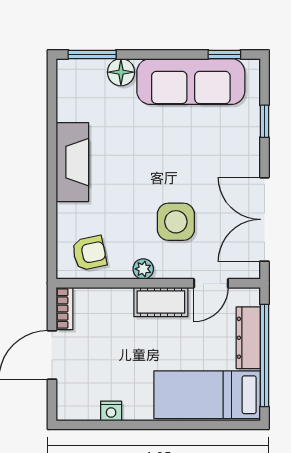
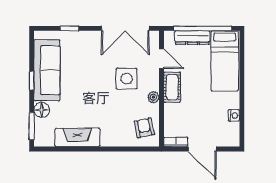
window: (224, 54) -> (32, 81), moved
fireplace: (72, 162) -> (77, 137), moved

